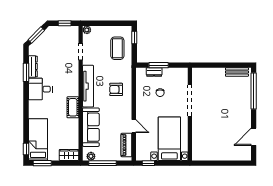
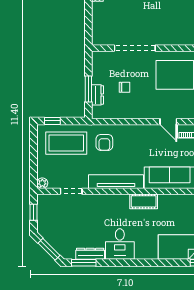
coffee table: (117, 48) -> (66, 143), width x1.36, depth x1.32
window: (26, 72) -> (84, 263), moved
armchair: (116, 89) -> (104, 142), moved
door: (134, 126) -> (168, 122), swing flipped

